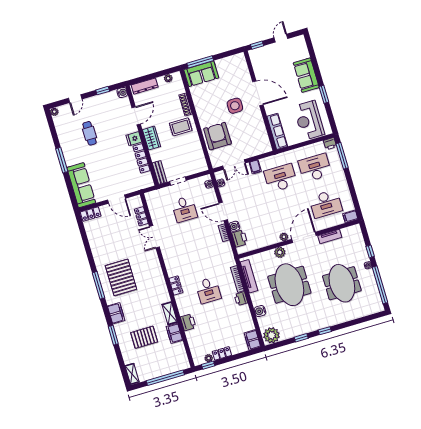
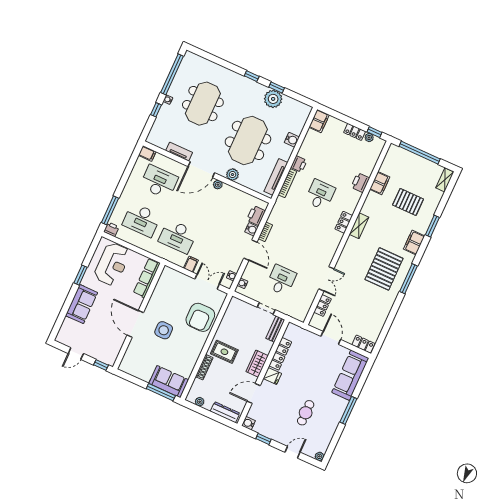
shelving: (170, 313) -> (359, 226), moved
plant: (271, 335) -> (273, 99), moved

